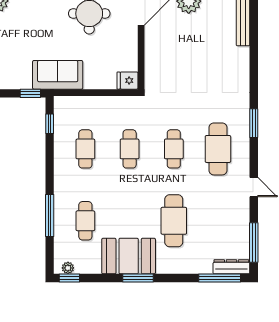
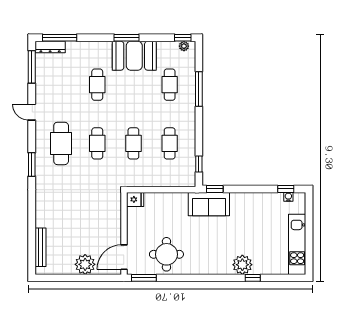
sofa: (58, 75) -> (209, 204), moved
cafe table: (174, 221) -> (97, 85), width x0.73, depth x0.74

